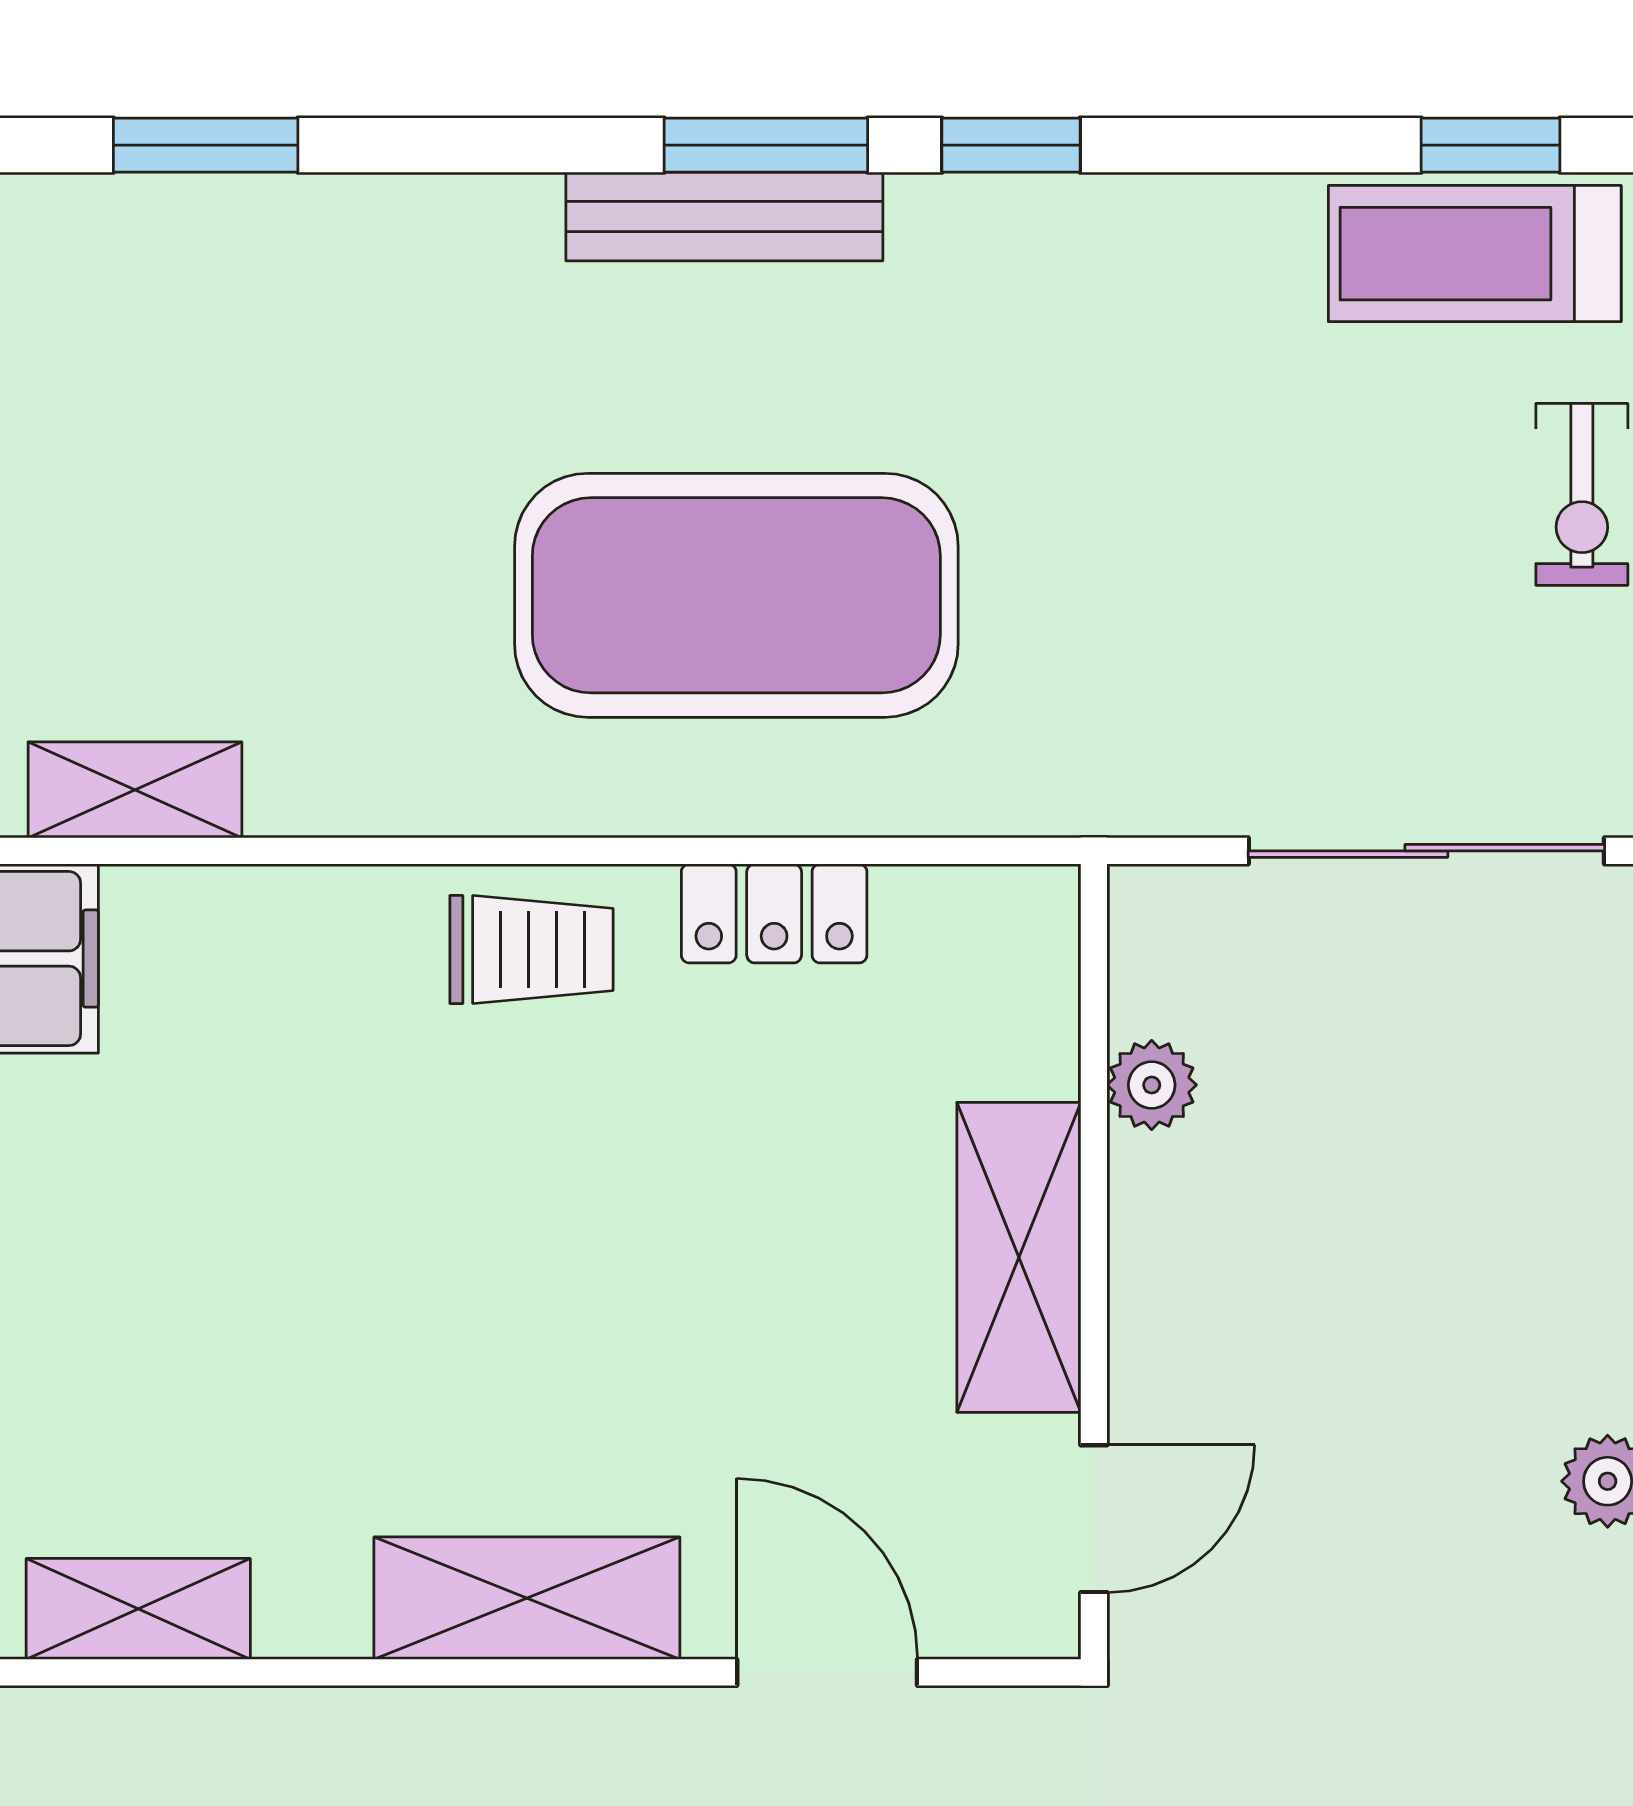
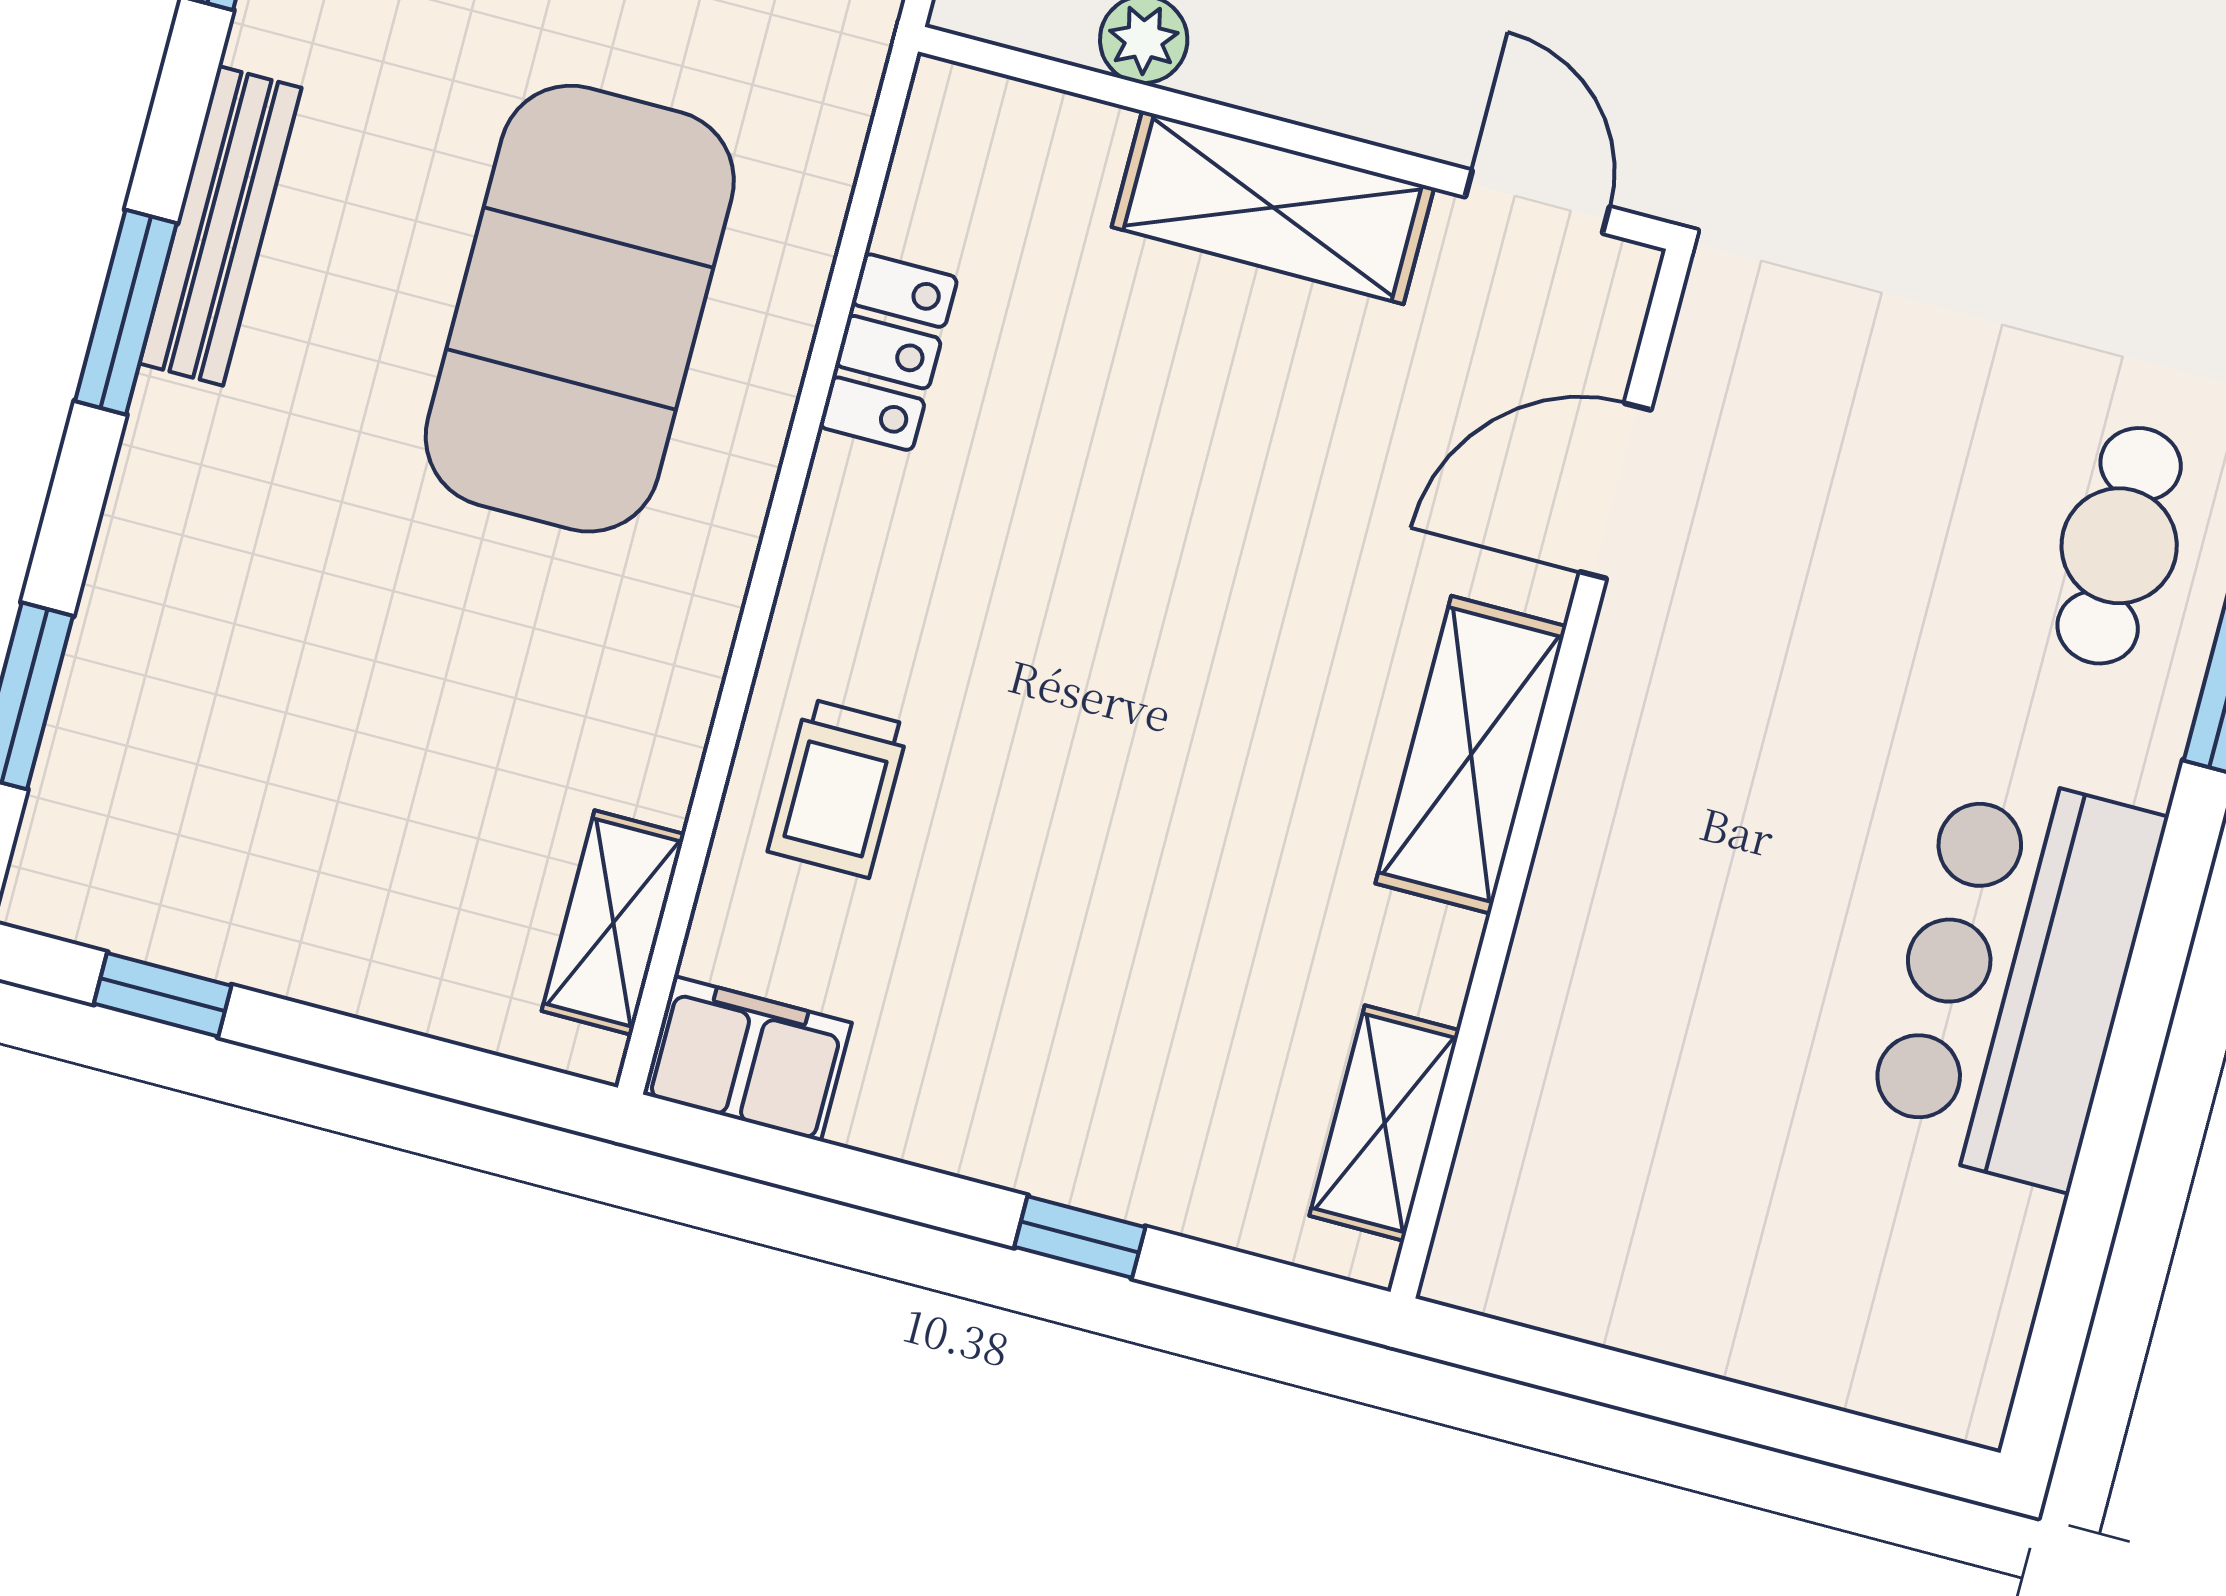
window: (766, 145) -> (126, 312), moved
trolley: (531, 950) -> (838, 788), moved, turned 180

